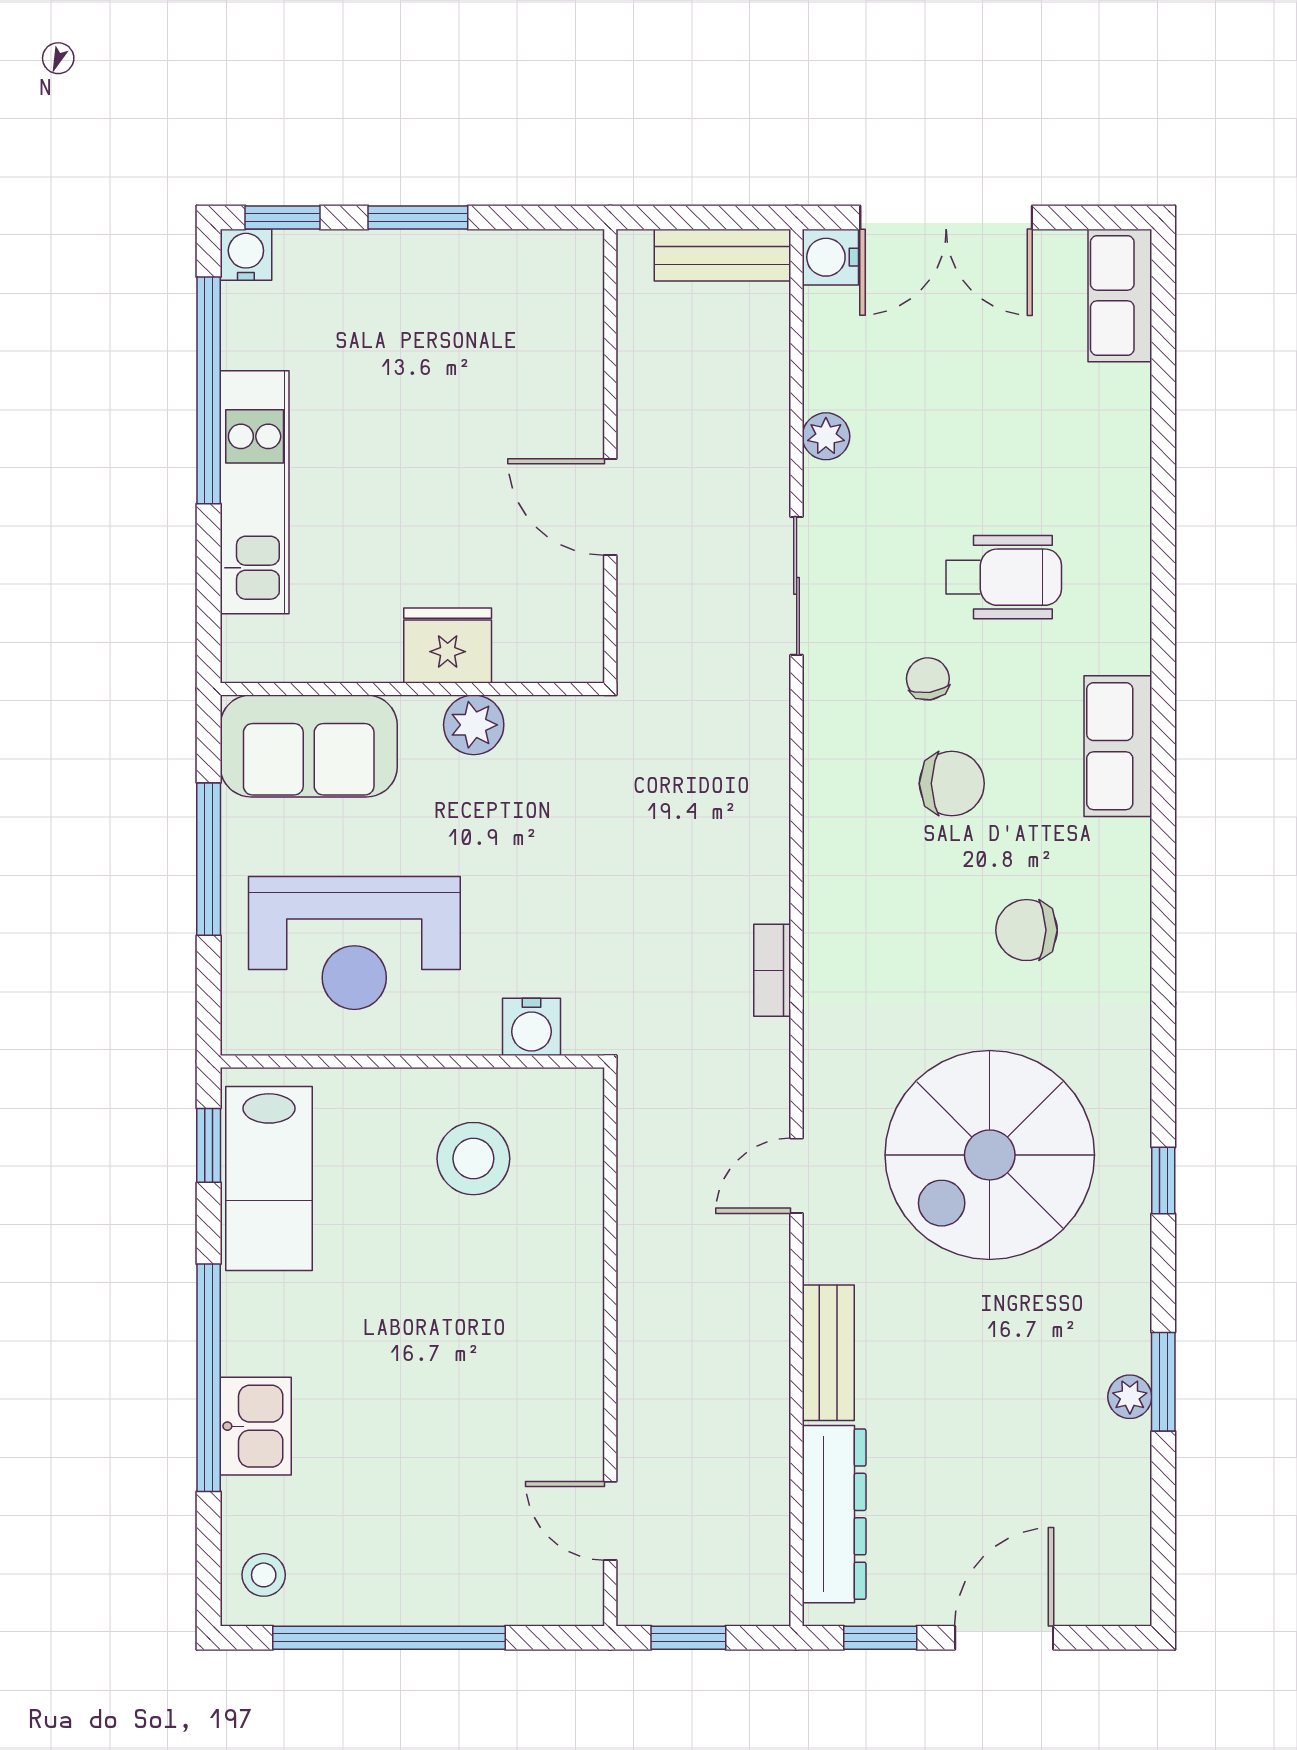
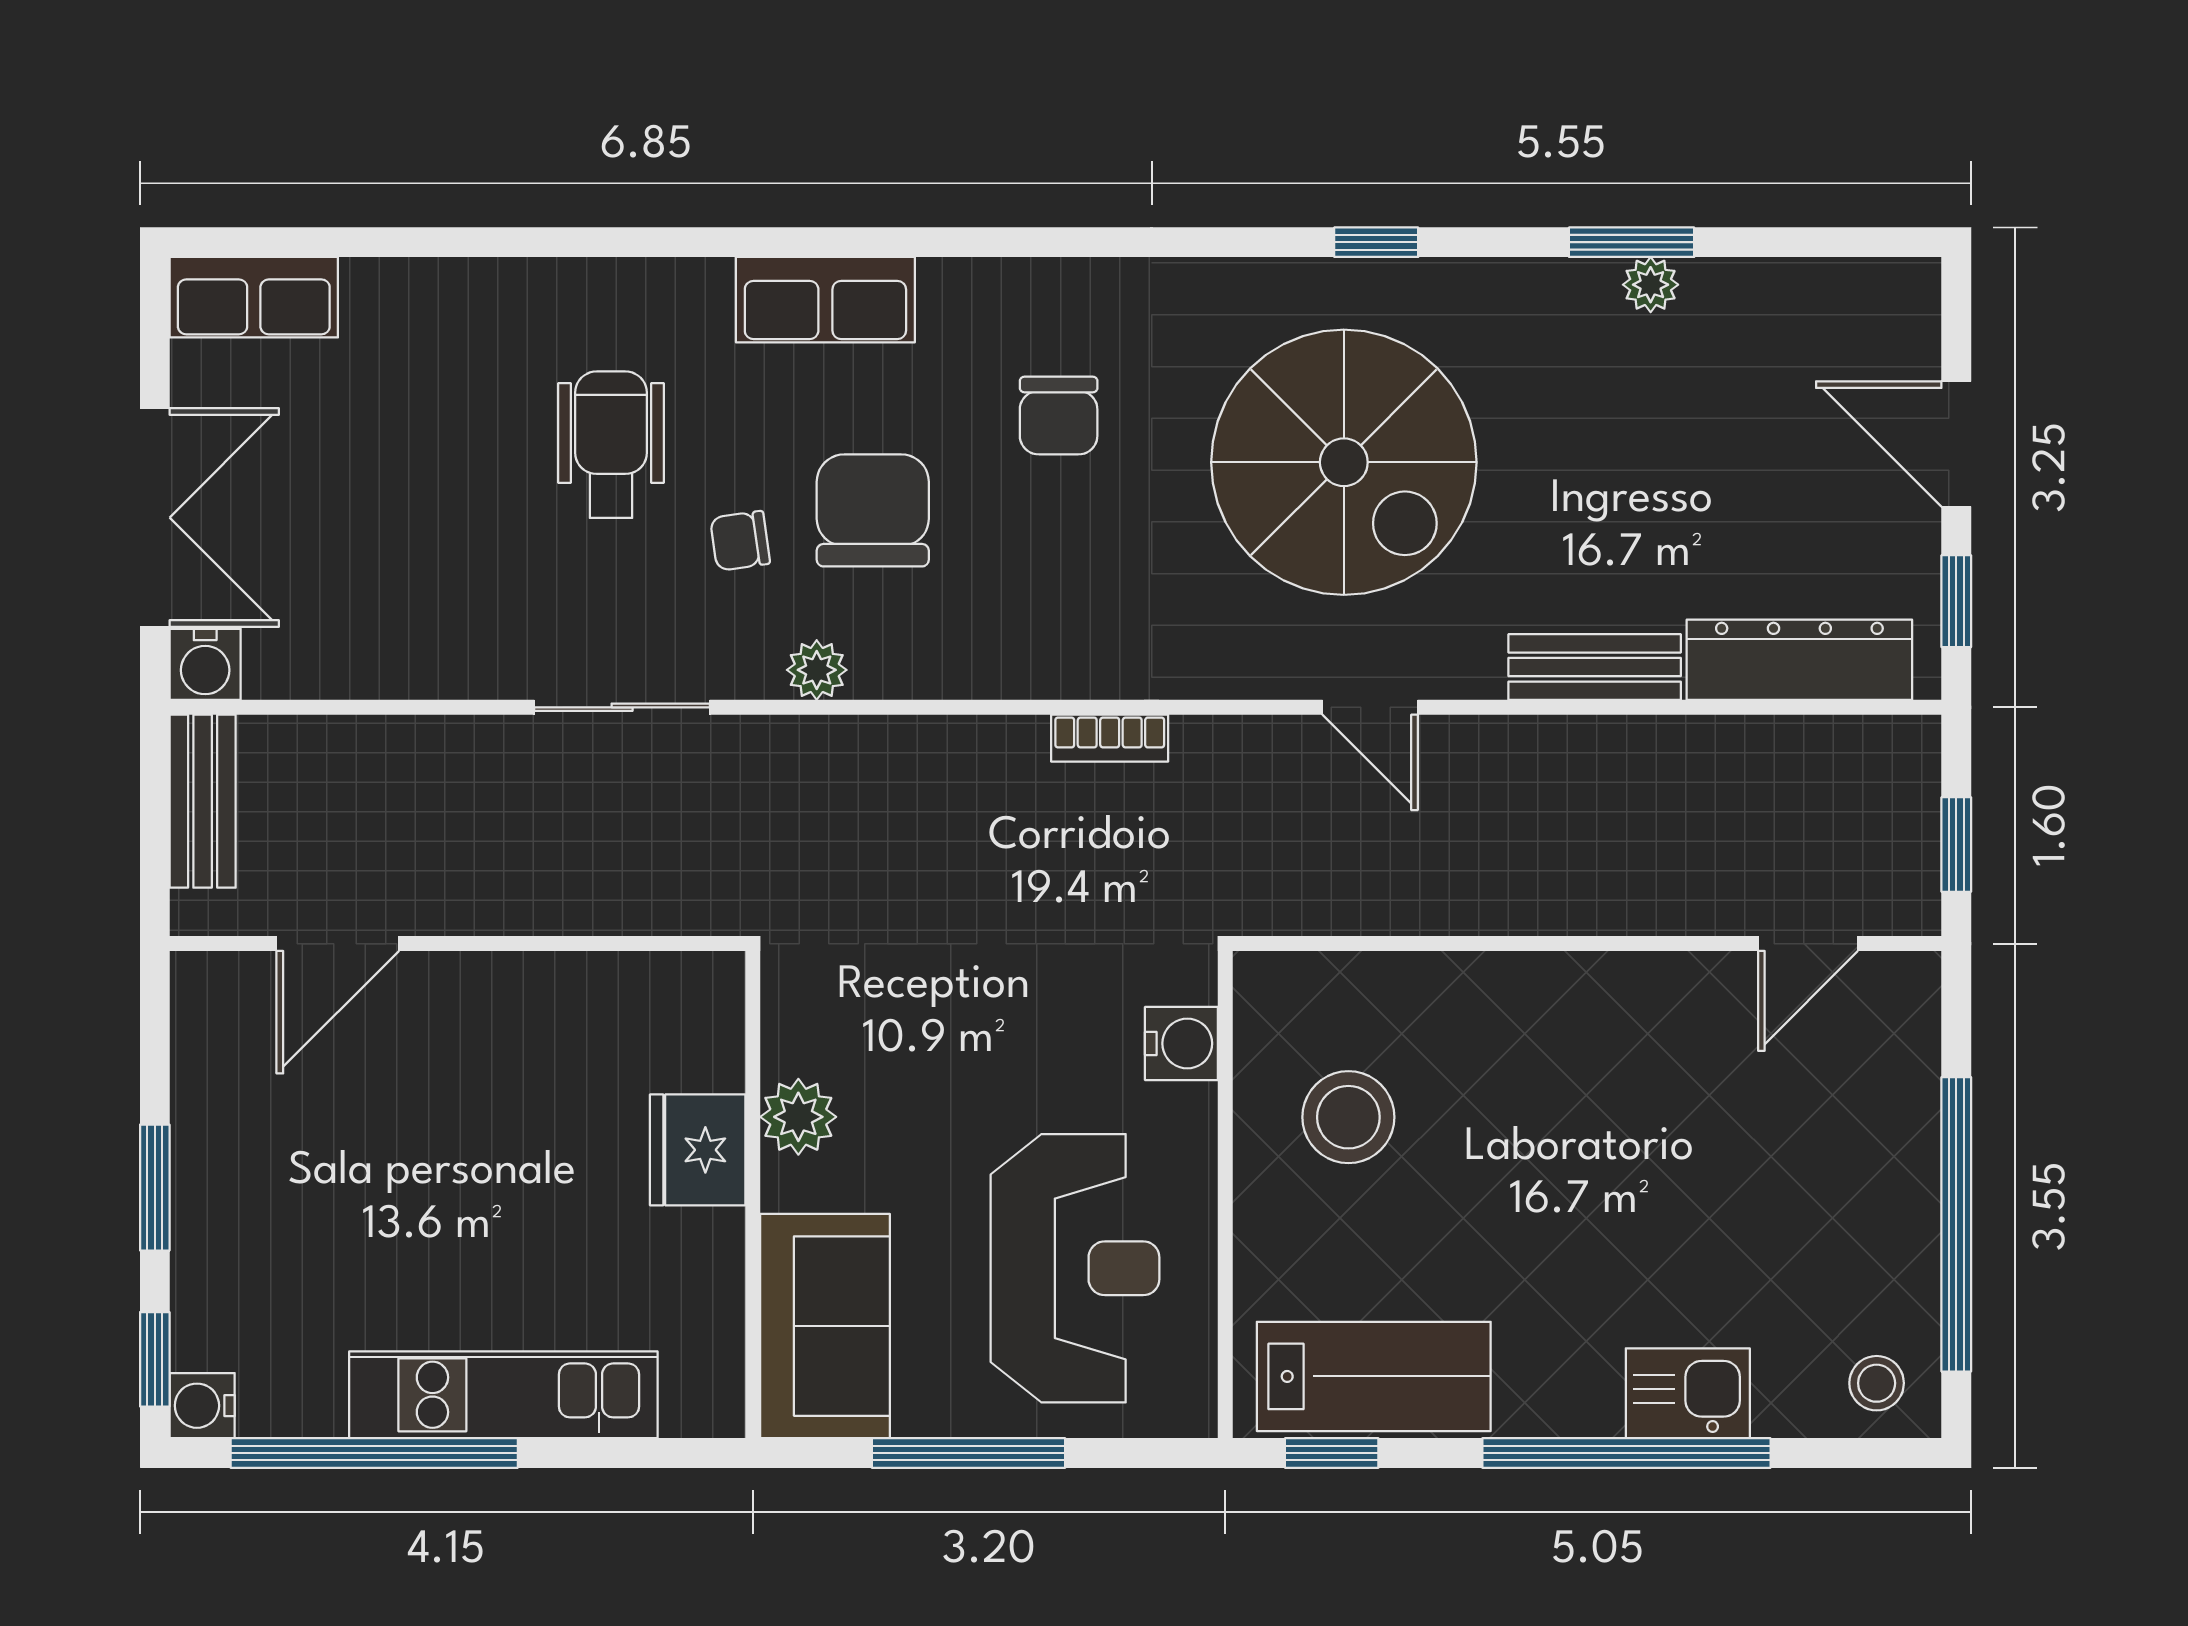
plant: (826, 436) -> (817, 670), moved
door: (610, 507) -> (338, 944), moved
chair: (952, 784) -> (873, 510), width x1.37, depth x1.37

